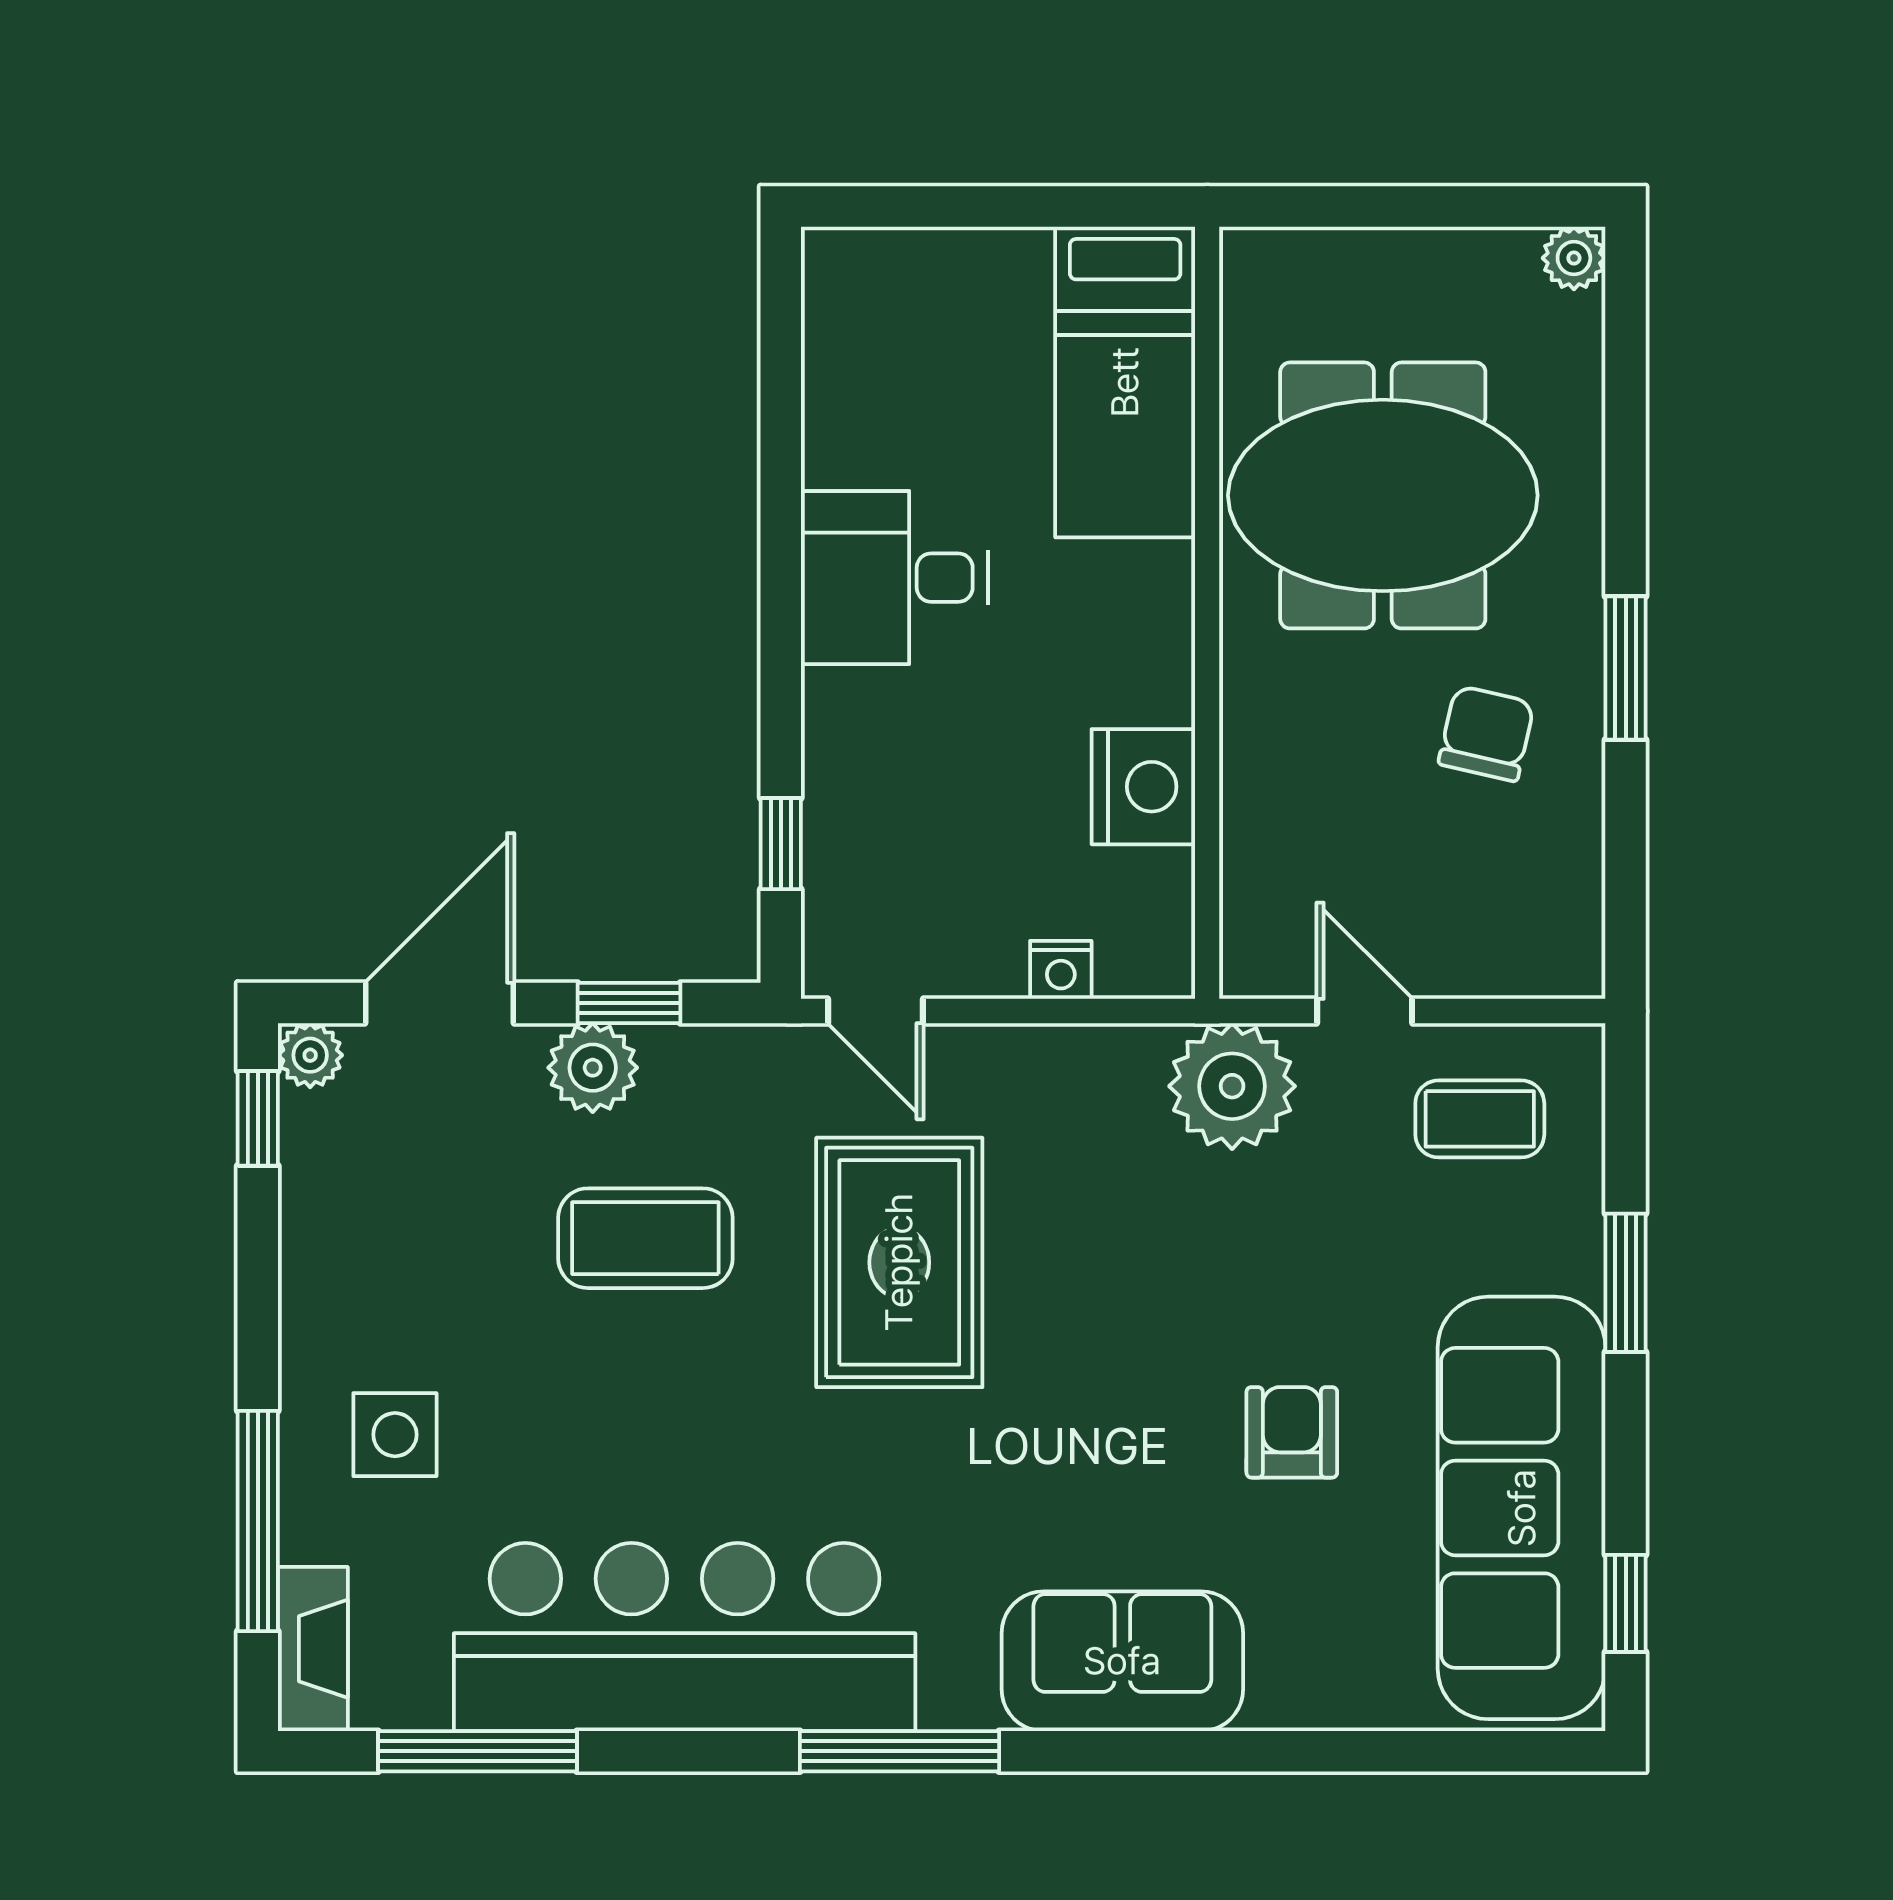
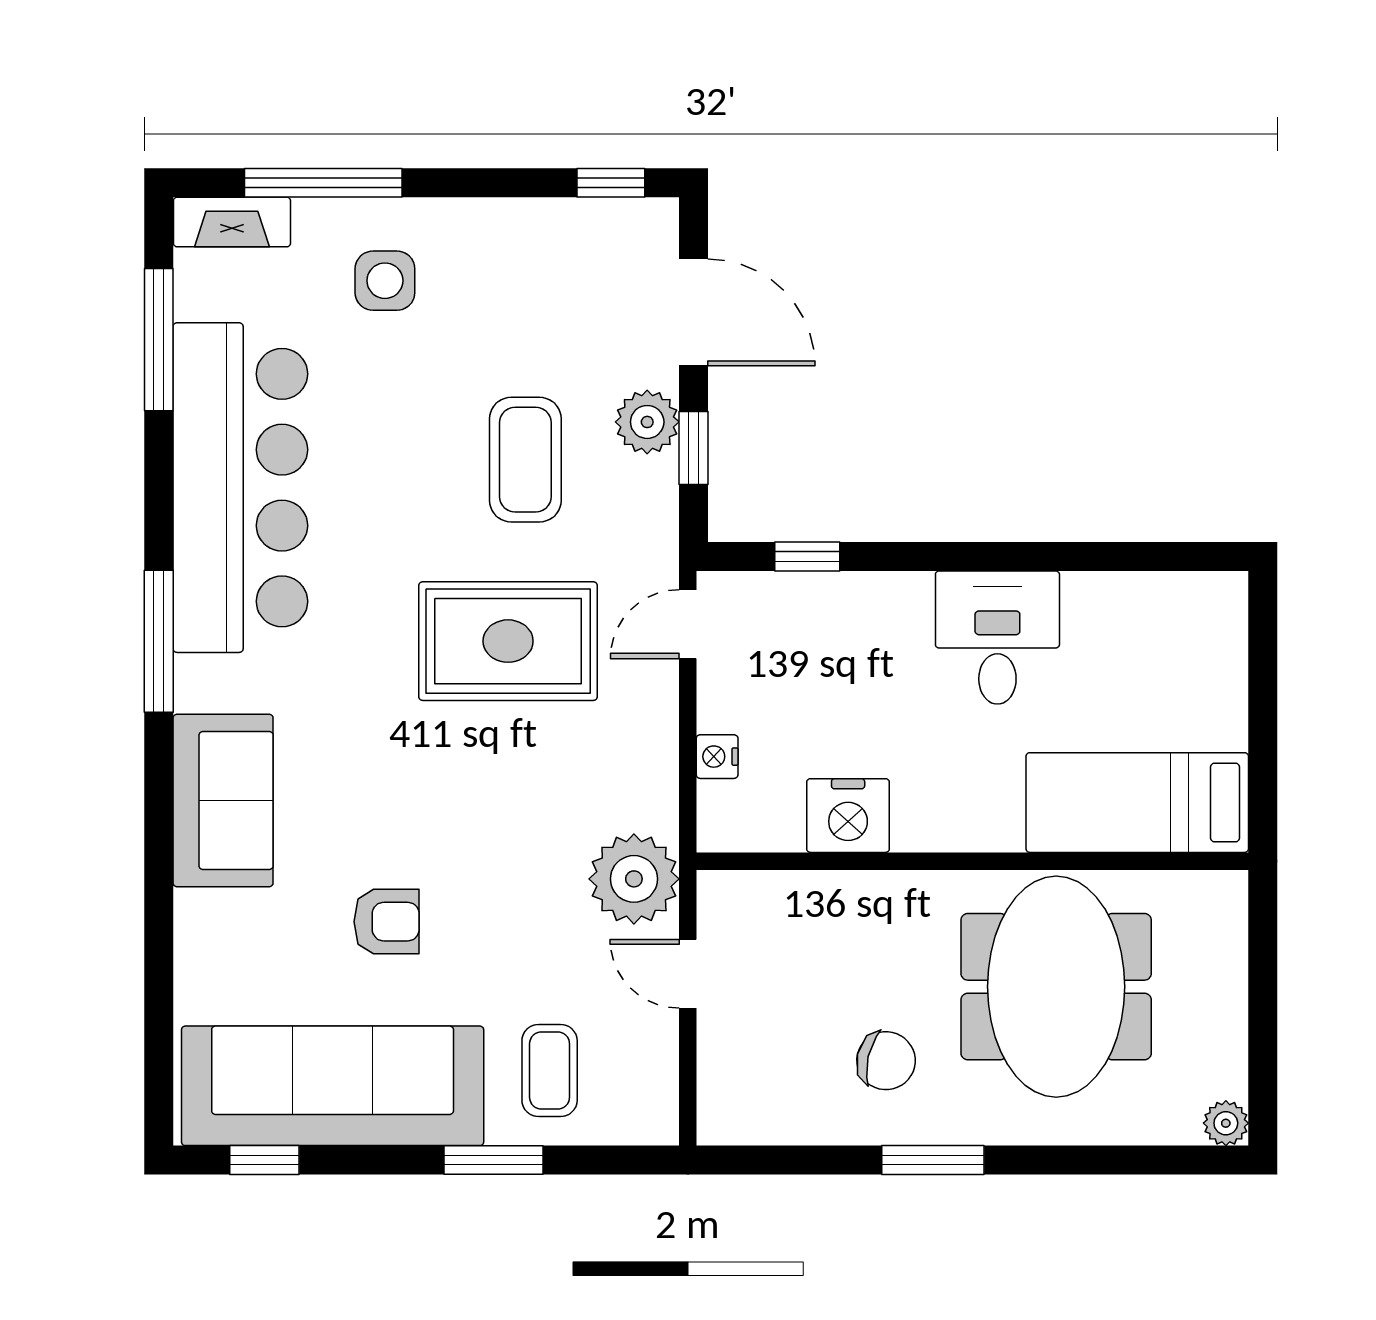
door: (1365, 1011) -> (688, 974), swing flipped
plant: (310, 1055) -> (656, 220), removed
coffee table: (1480, 1119) -> (550, 1070), moved

